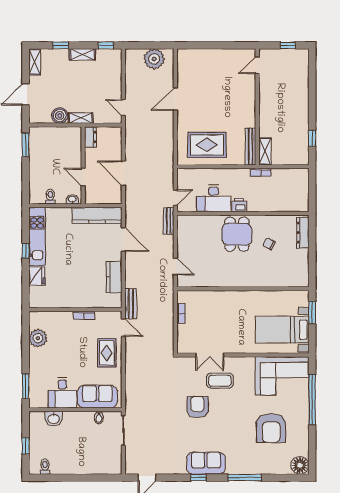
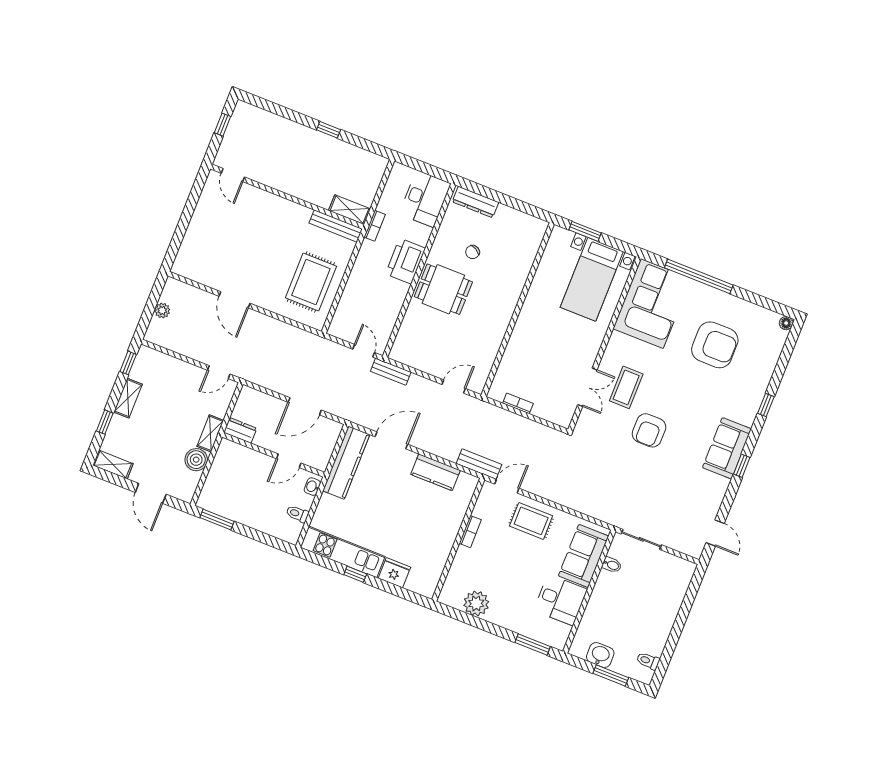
plant: (154, 59) -> (162, 310), width x0.53, depth x0.53
window: (312, 138) -> (329, 130), moved
desk: (214, 198) -> (425, 199), moved
printer: (239, 205) -> (405, 261), width x1.87, depth x1.48
armchair: (197, 407) -> (649, 430), turned -90
washbasin: (54, 419) -> (600, 655), moved, turned -90
window: (26, 446) -> (611, 675), width x1.50
floor lamp: (300, 465) -> (786, 323), width x0.53, depth x0.53
window: (245, 478) -> (766, 405), width x0.46

